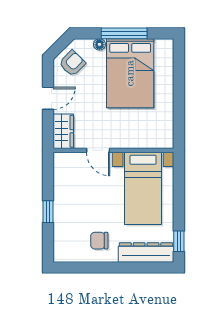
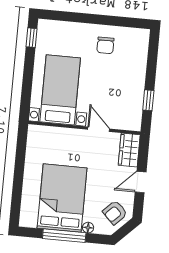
window: (48, 212) -> (148, 100), moved
chair: (99, 241) -> (105, 45), turned 90
dresser: (146, 252) -> (63, 30), removed

